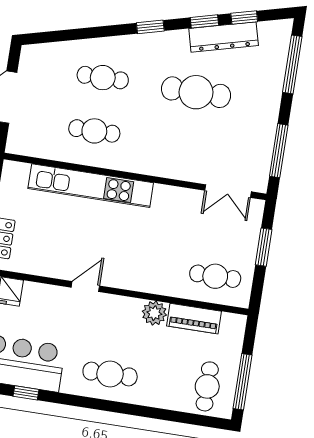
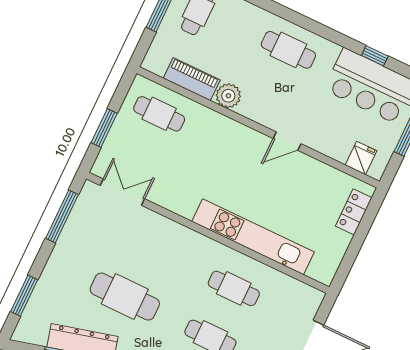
window: (292, 64) -> (24, 296), width x0.69

